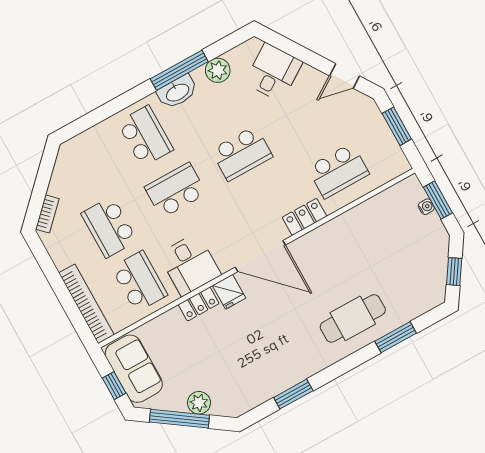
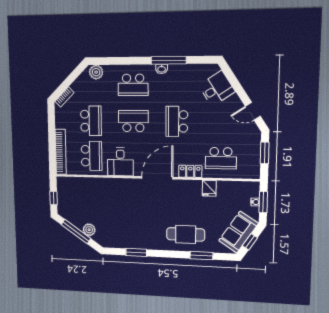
plant: (218, 70) -> (96, 72), moved
washbasin: (177, 92) -> (162, 69), width x0.52, depth x0.69
school desk: (145, 136) -> (133, 85), turned 90
school desk: (242, 153) -> (177, 121), turned 90
school desk: (109, 227) -> (91, 121), turned 180
door: (260, 256) -> (157, 178), swing flipped
fridge: (229, 292) -> (209, 188), moved
locker: (199, 304) -> (114, 183), removed
sofa: (134, 369) -> (238, 232), moved, turned -147

